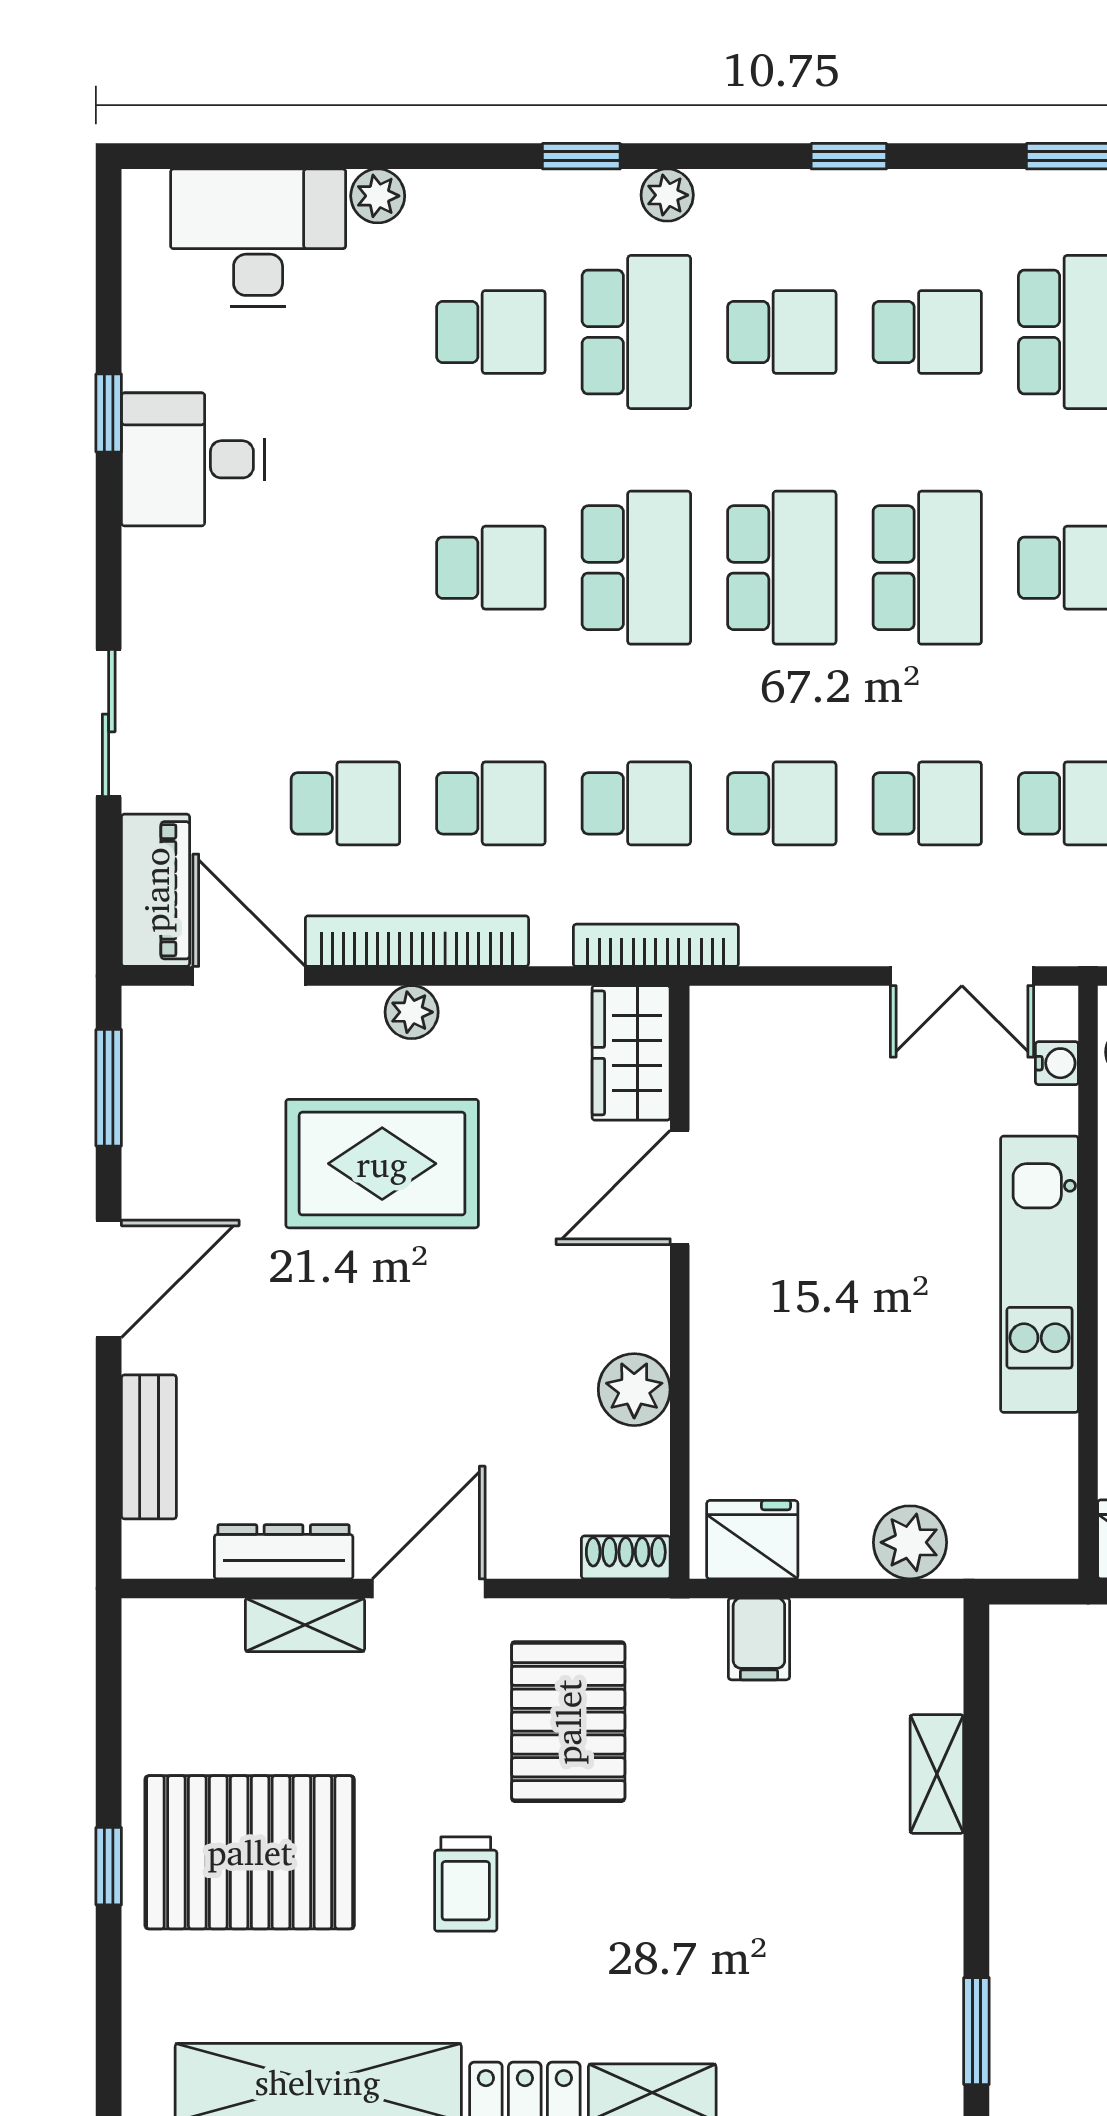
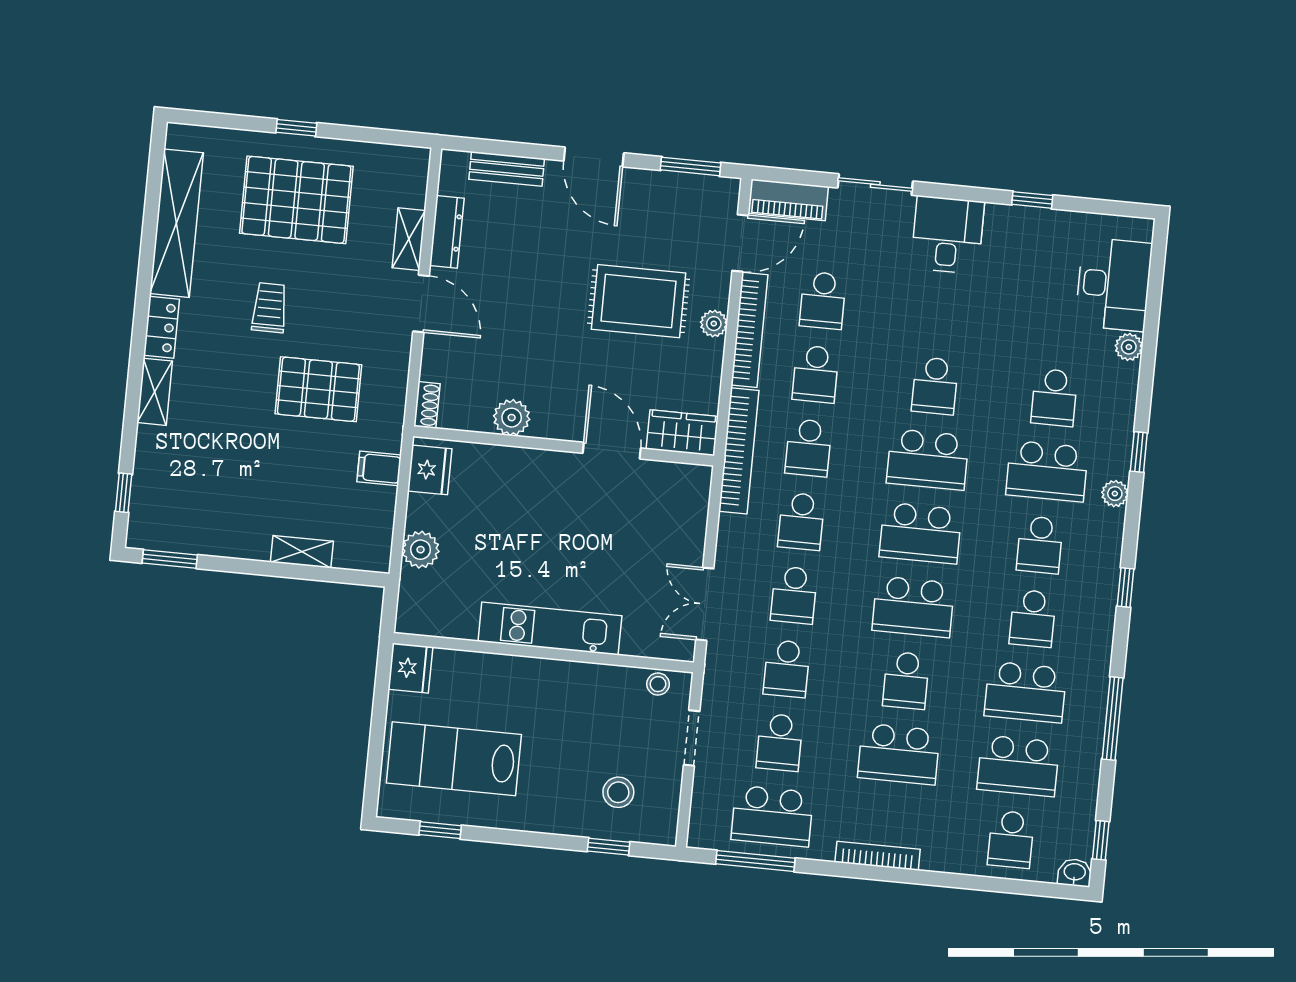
desk: (193, 459) -> (948, 235), moved
bookcase: (656, 945) -> (739, 451), width x1.48, depth x1.31
water cooler: (1057, 1063) -> (656, 648), removed
rug: (382, 1164) -> (639, 301), turned 90
pallet: (568, 1722) -> (318, 389), moved
pallet: (250, 1852) -> (296, 200), turned 90
trolley: (466, 1884) -> (270, 308), turned 90

